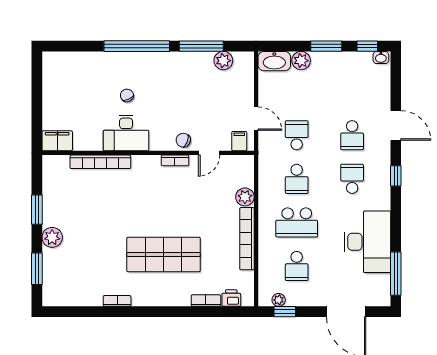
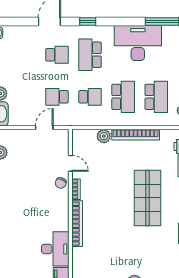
chair: (127, 95) -> (27, 226), removed
desk: (126, 133) -> (55, 249), moved
filing cabinet: (239, 141) -> (61, 140), removed
bookcase: (100, 162) -> (77, 224), moved
school desk: (352, 179) -> (90, 55), width x1.85
school desk: (297, 266) -> (156, 97), width x1.85

